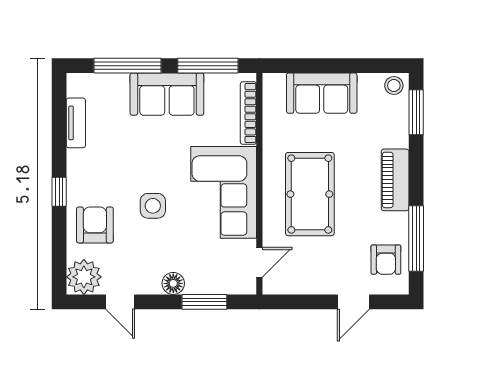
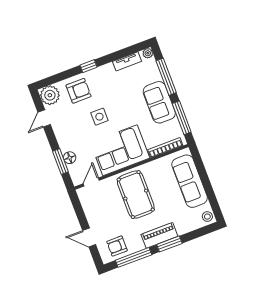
plant: (75, 82) -> (148, 53), added
sofa: (322, 93) -> (190, 181), width x1.36
window: (416, 112) -> (169, 244), moved
pool table: (310, 194) -> (136, 195), turned 90
door: (259, 262) -> (91, 182), swing flipped
floor lamp: (173, 283) -> (70, 158), moved

